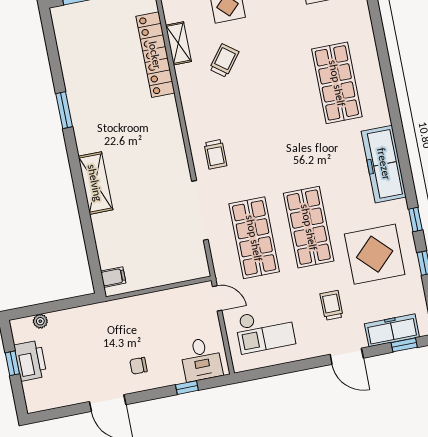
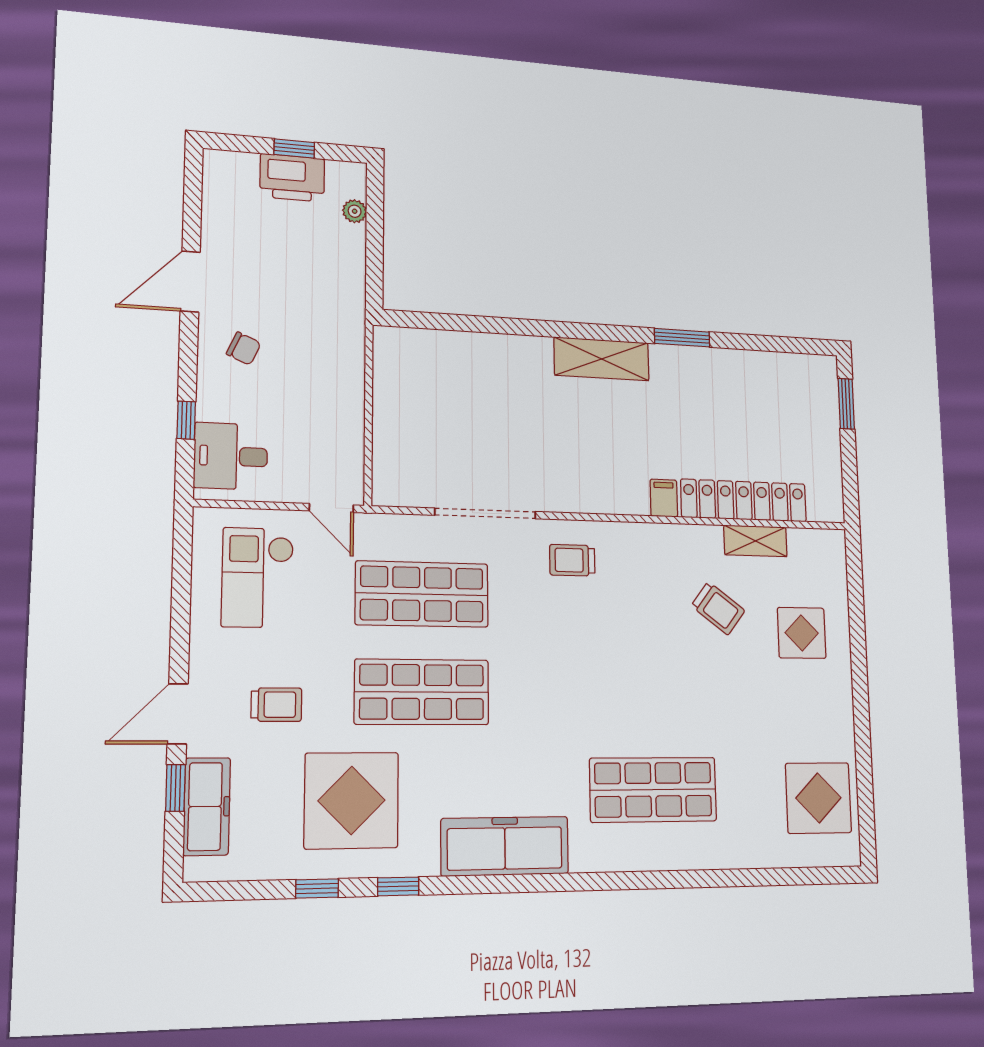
shelving: (95, 183) -> (602, 359), moved
filing cabinet: (113, 277) -> (664, 498), moved, turned 180
door: (217, 298) -> (331, 508), hinge flipped
window: (404, 345) -> (175, 788), moved
chair: (138, 366) -> (244, 349), turned 114

